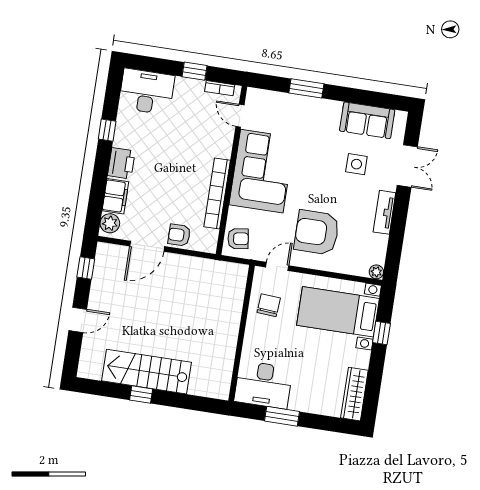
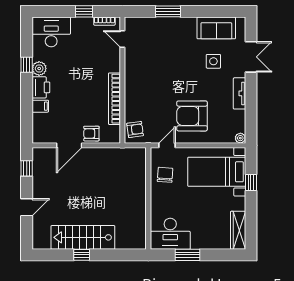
corner sofa: (262, 171) -> (145, 77), removed
filing cabinet: (115, 196) -> (40, 106), width x0.50
plant: (110, 223) -> (39, 68), moved

